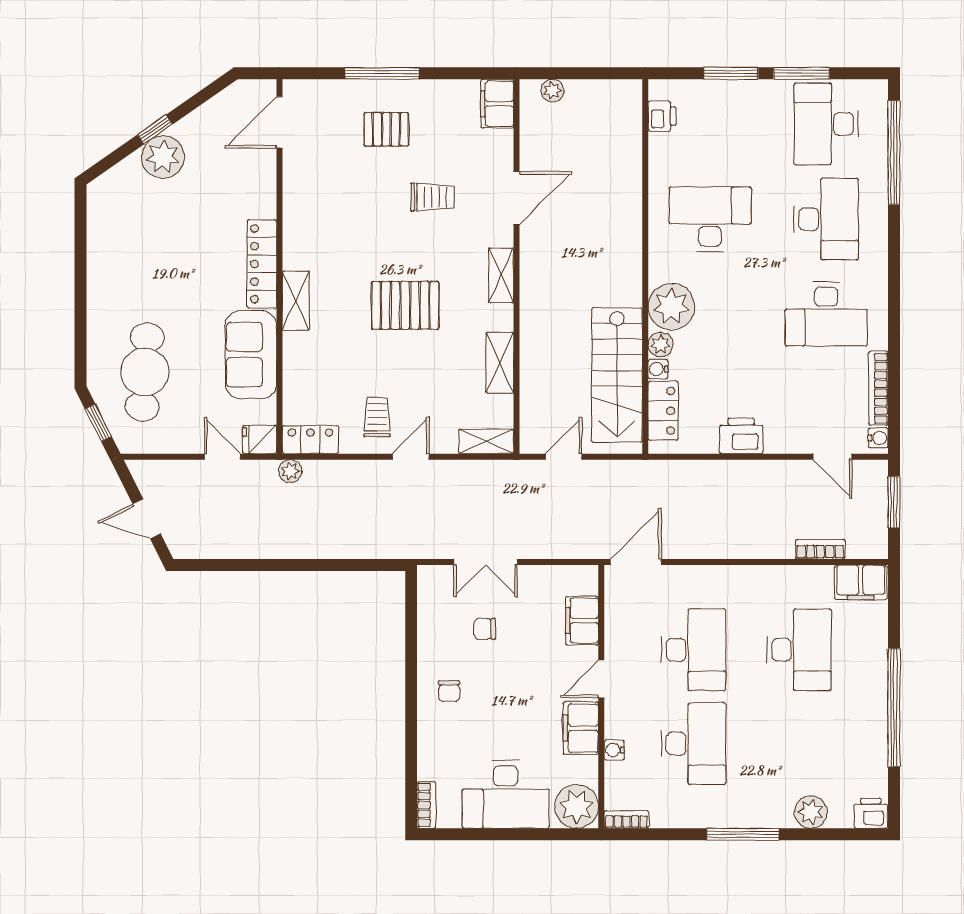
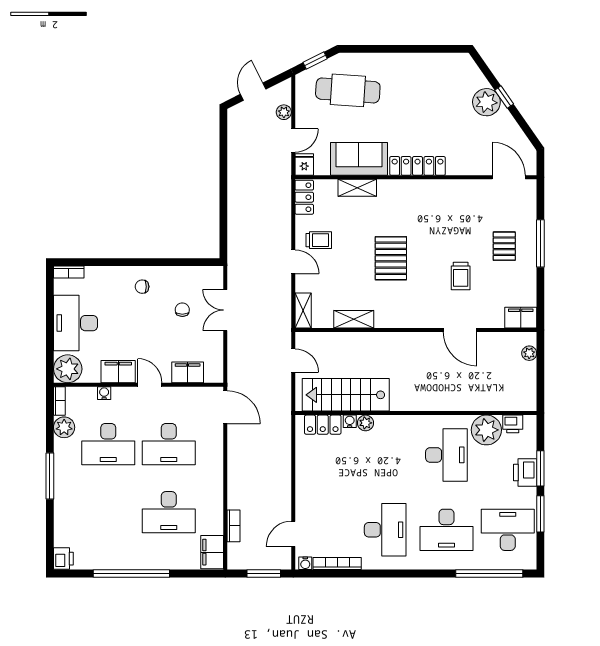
shelving: (501, 275) -> (410, 320), removed
shelving: (296, 301) -> (357, 188), moved
plant: (671, 307) -> (486, 430), moved
desk: (826, 314) -> (385, 530), turned 180
printer: (741, 436) -> (525, 472), moved, turned 180
plant: (290, 471) -> (284, 112), moved
plant: (811, 812) -> (64, 427), moved

